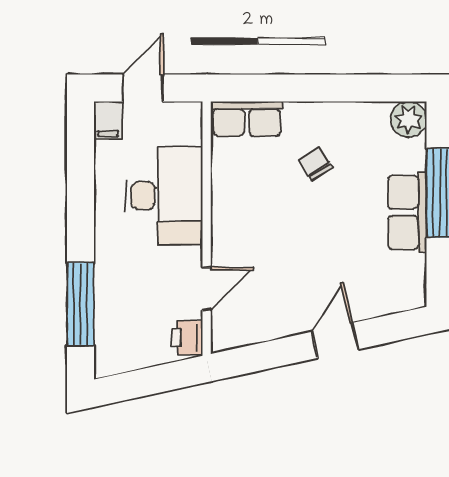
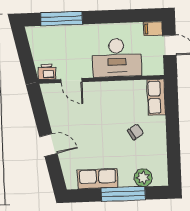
plant: (409, 119) -> (143, 178), moved
row of seats: (407, 212) -> (98, 179), moved

